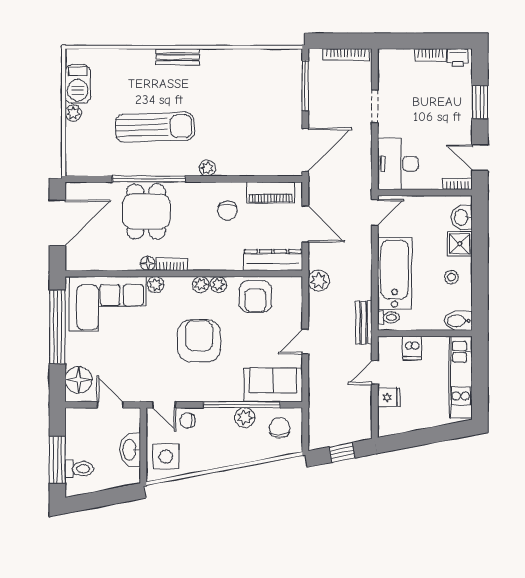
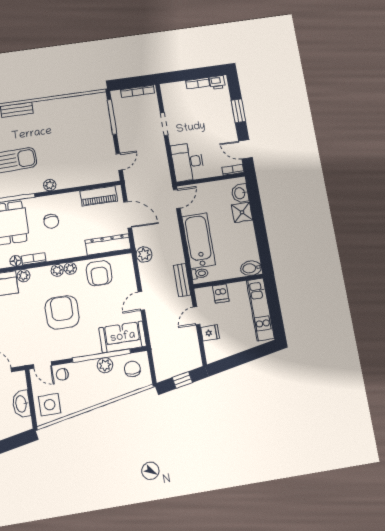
door: (305, 150) -> (119, 162), width x0.53
chair: (227, 211) -> (51, 221), moved
stool: (451, 277) -> (240, 237), removed

